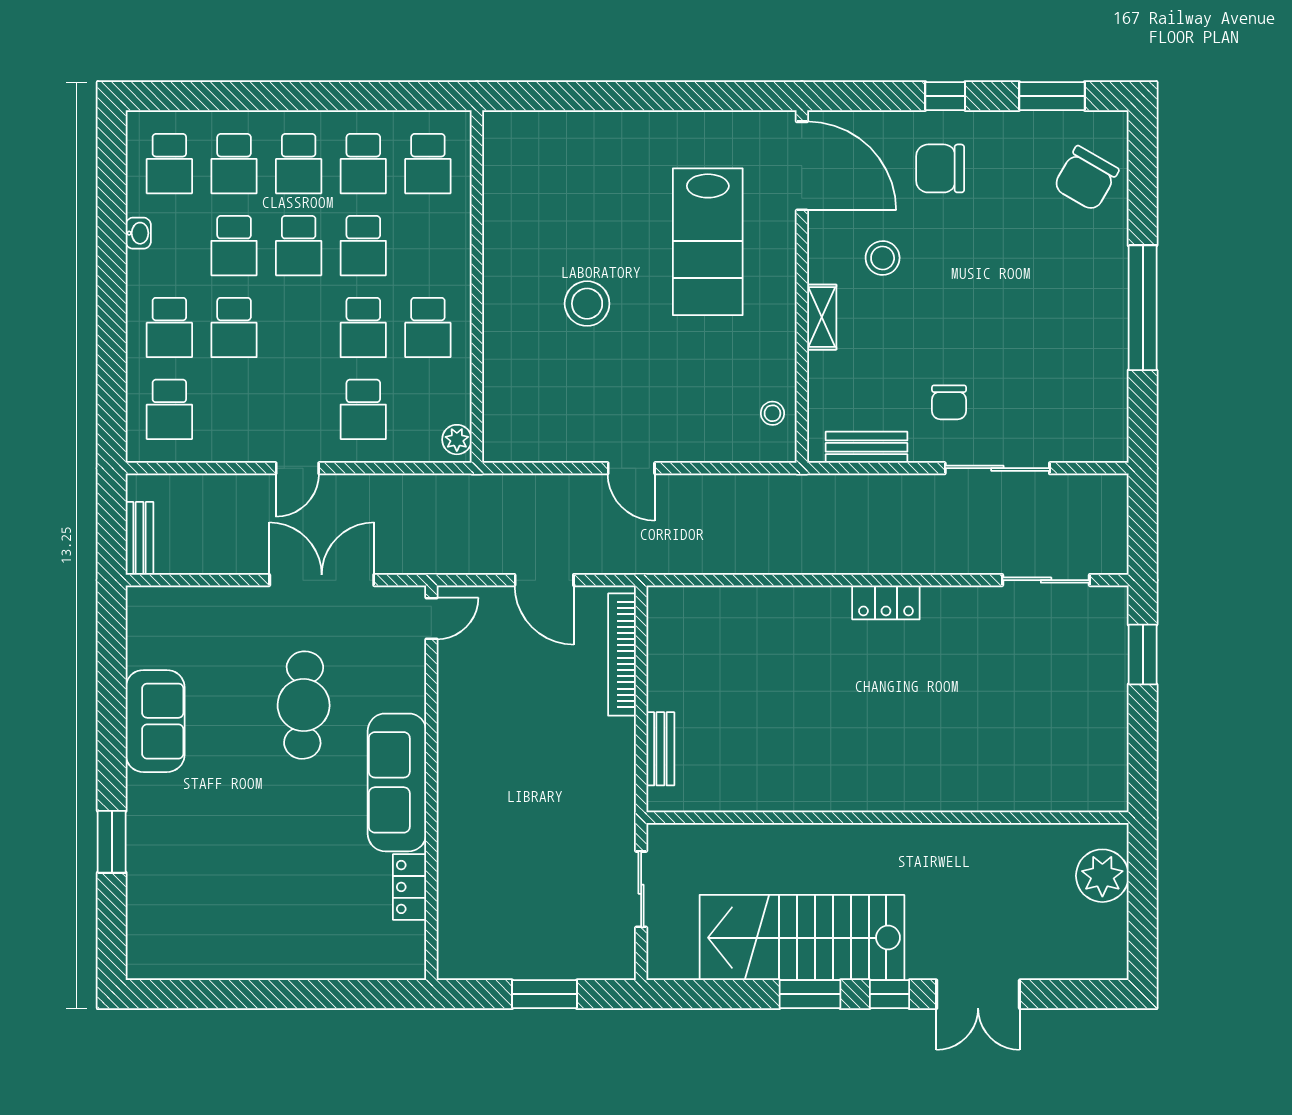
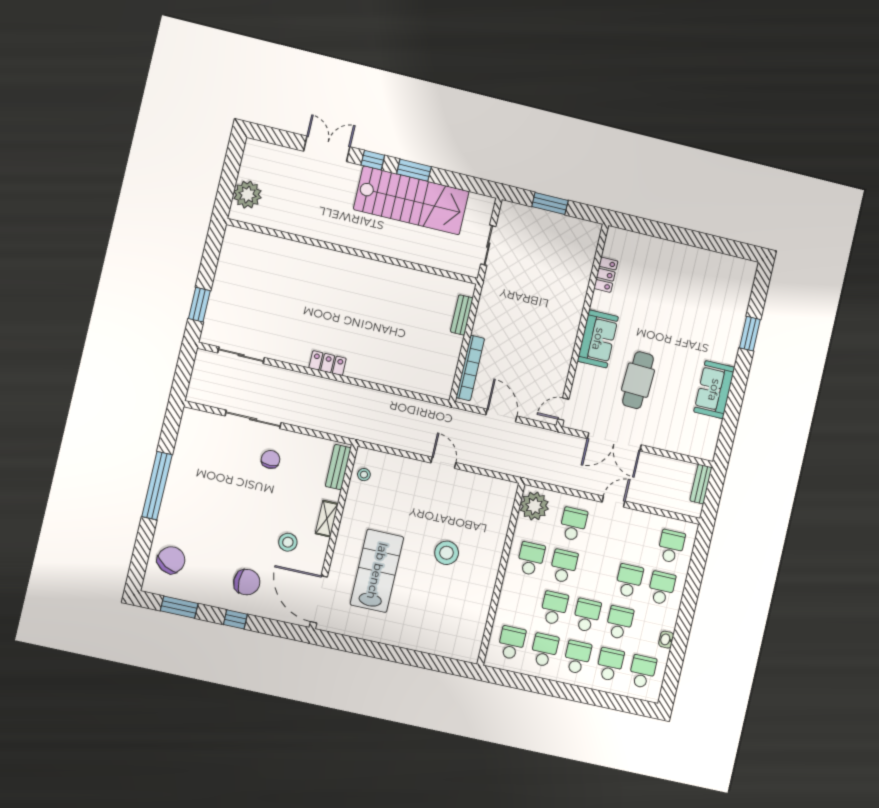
plant: (457, 440) -> (534, 506), width x1.87, depth x1.87
bench: (866, 447) -> (338, 467), moved, turned 90
sofa: (397, 782) -> (598, 339), width x0.73

